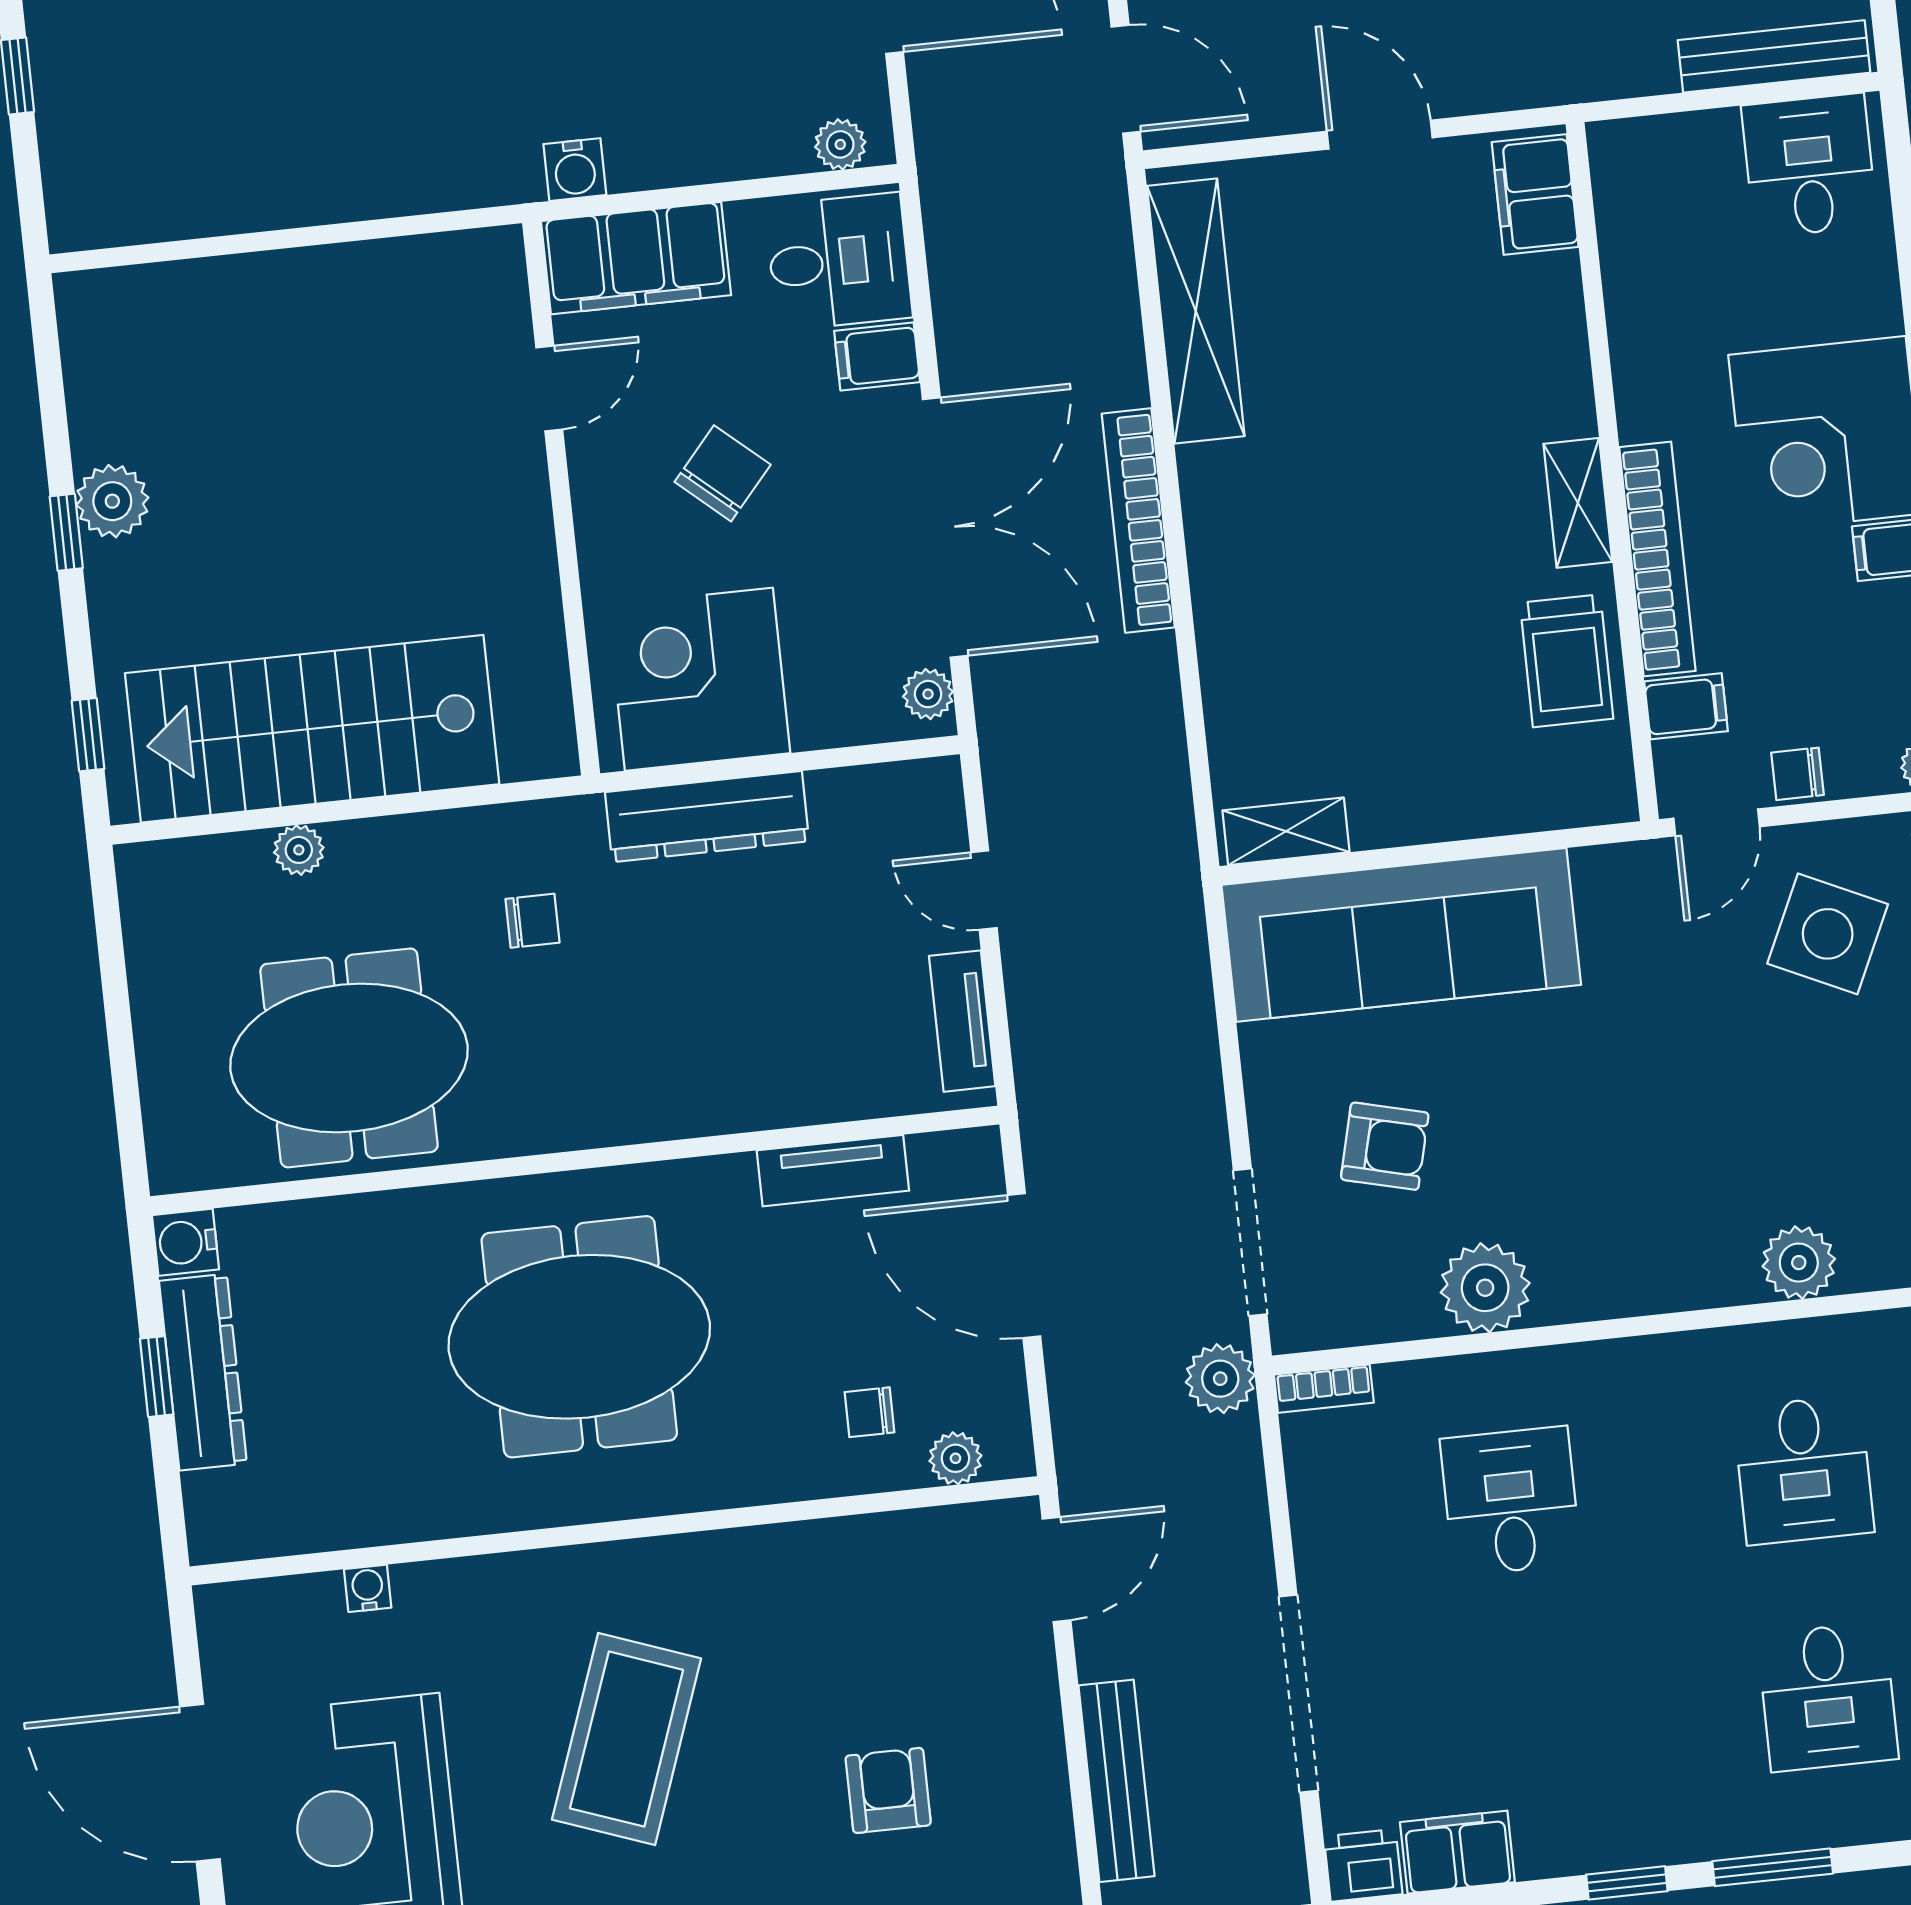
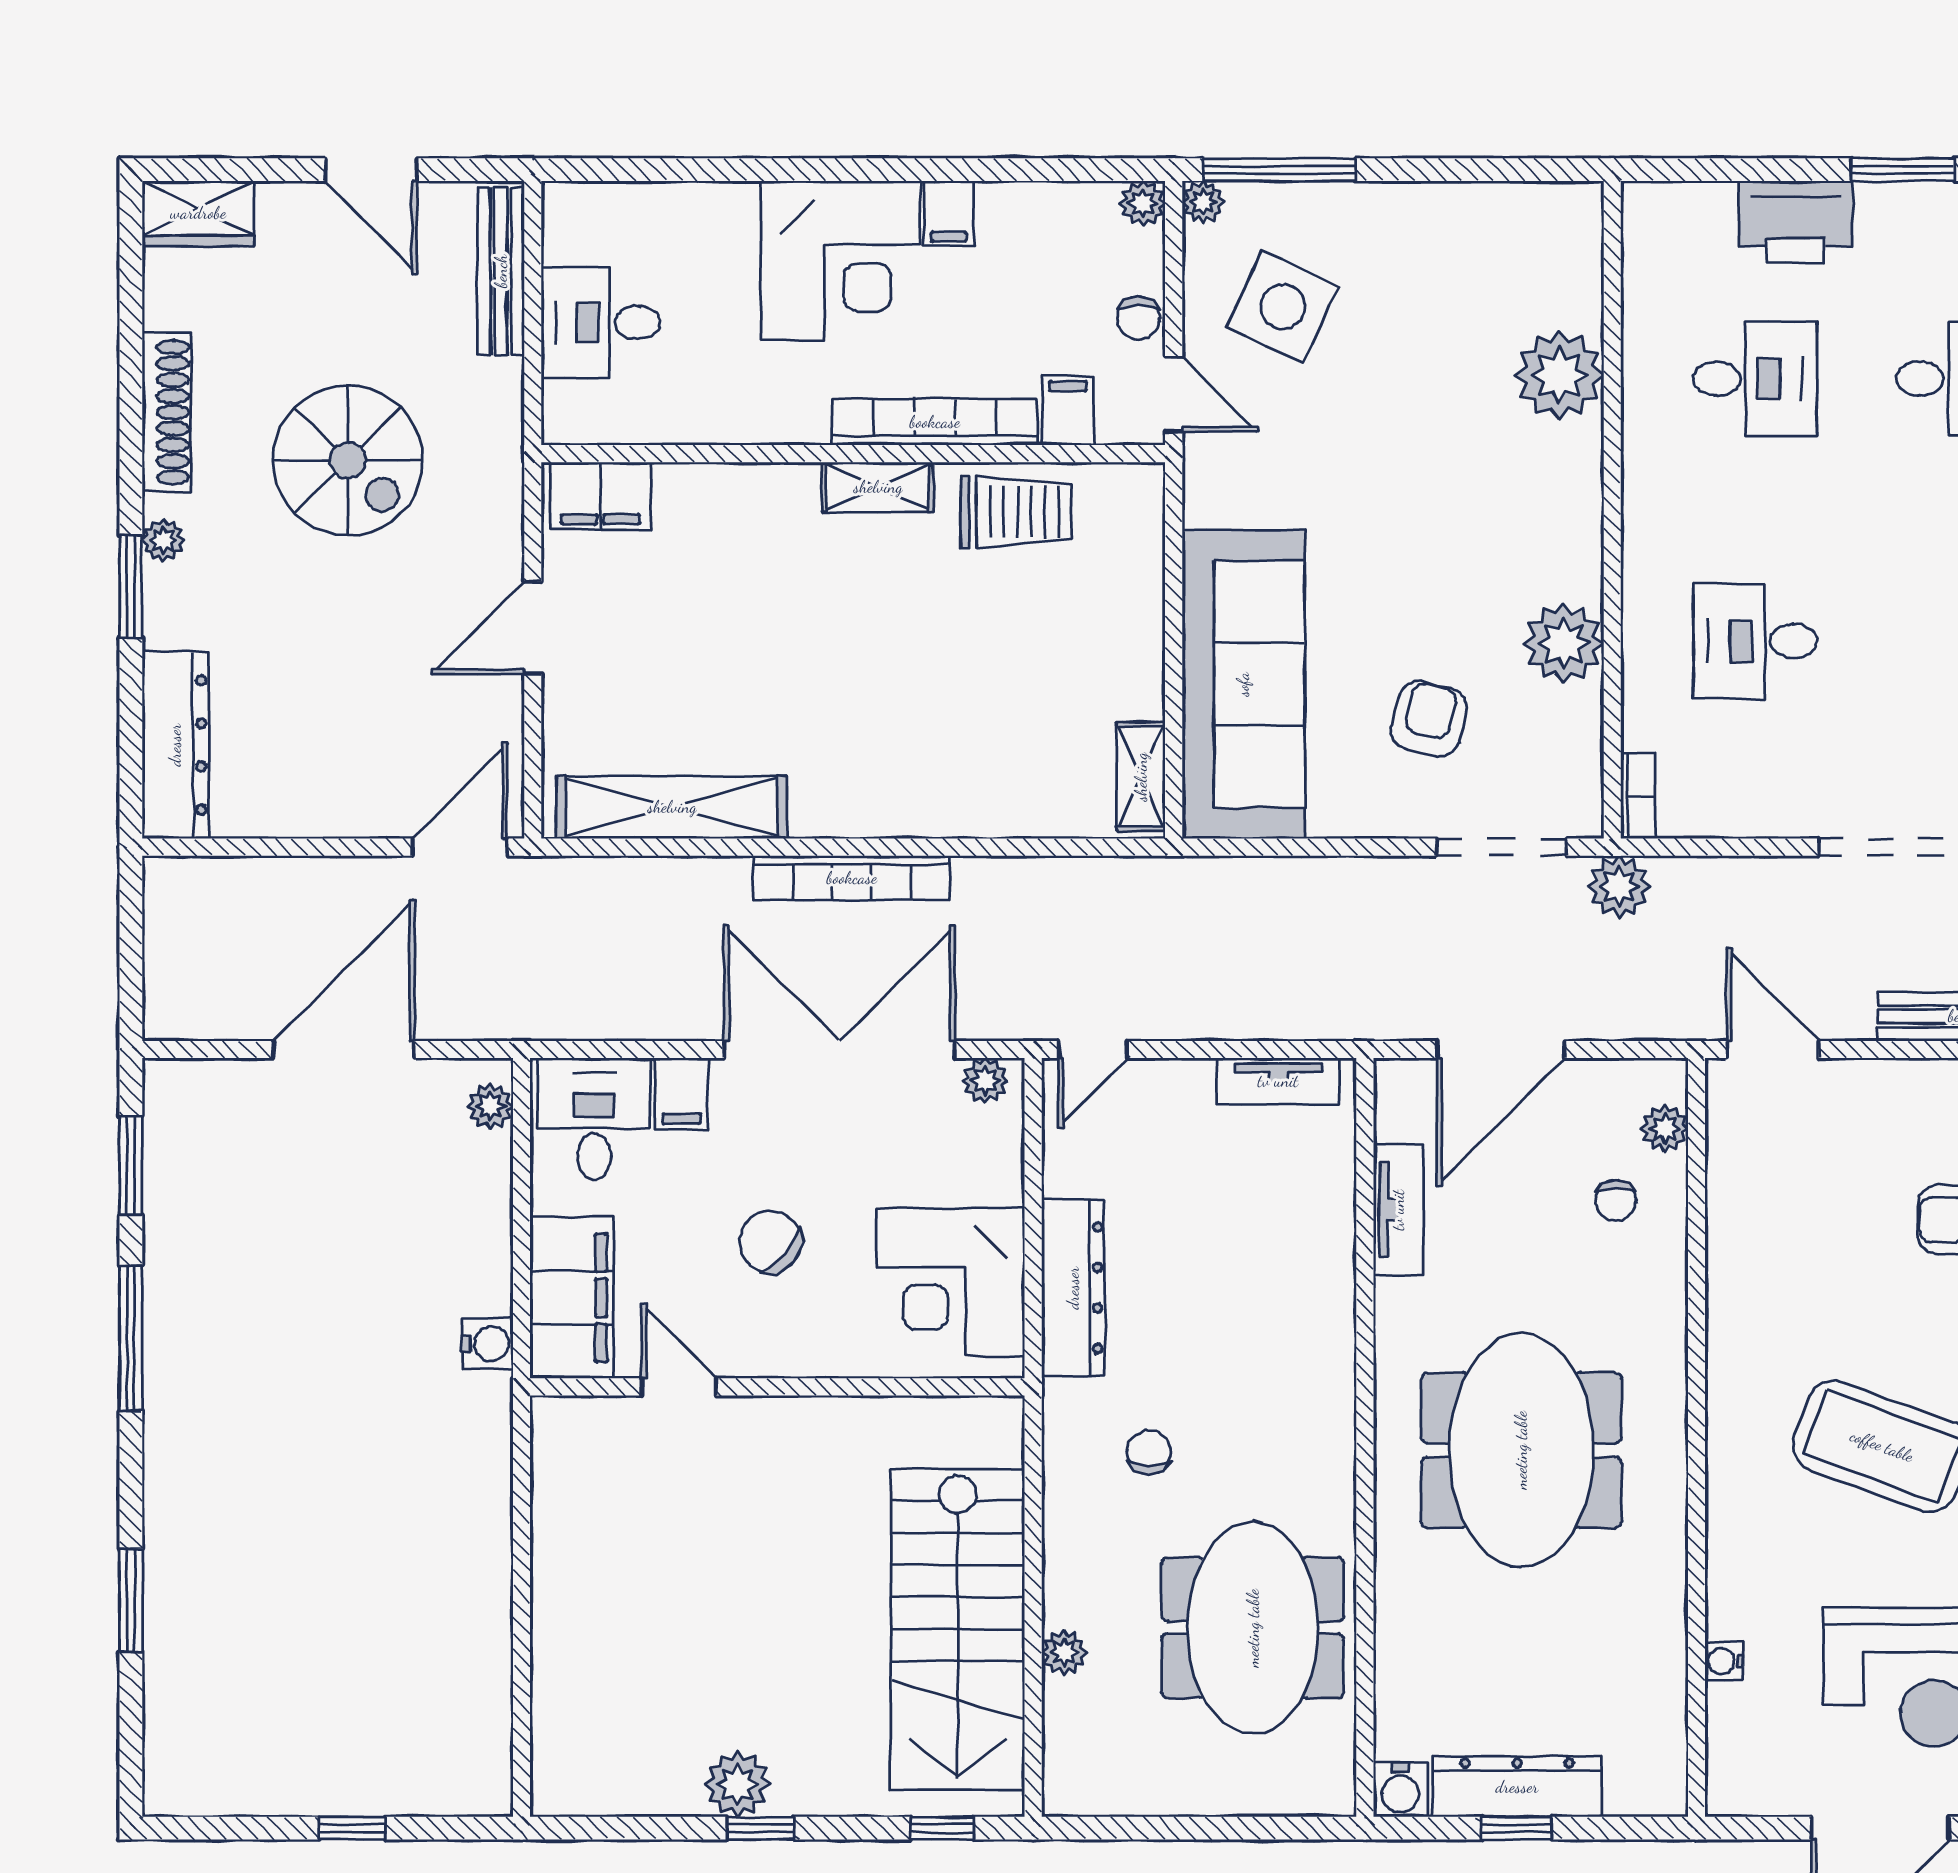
desk: (1809, 165) -> (601, 323), moved
door: (984, 890) -> (1093, 1050), moved
plant: (1799, 1263) -> (1559, 375), width x1.36, depth x1.36

